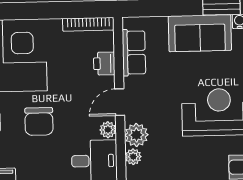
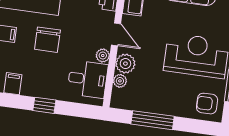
door: (120, 102) -> (116, 34), swing flipped

